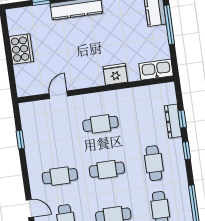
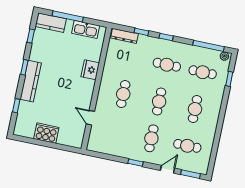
kitchen sink: (156, 70) -> (86, 29), moved, turned -90
dresser: (173, 121) -> (124, 36), moved
window: (20, 140) -> (135, 163), moved

